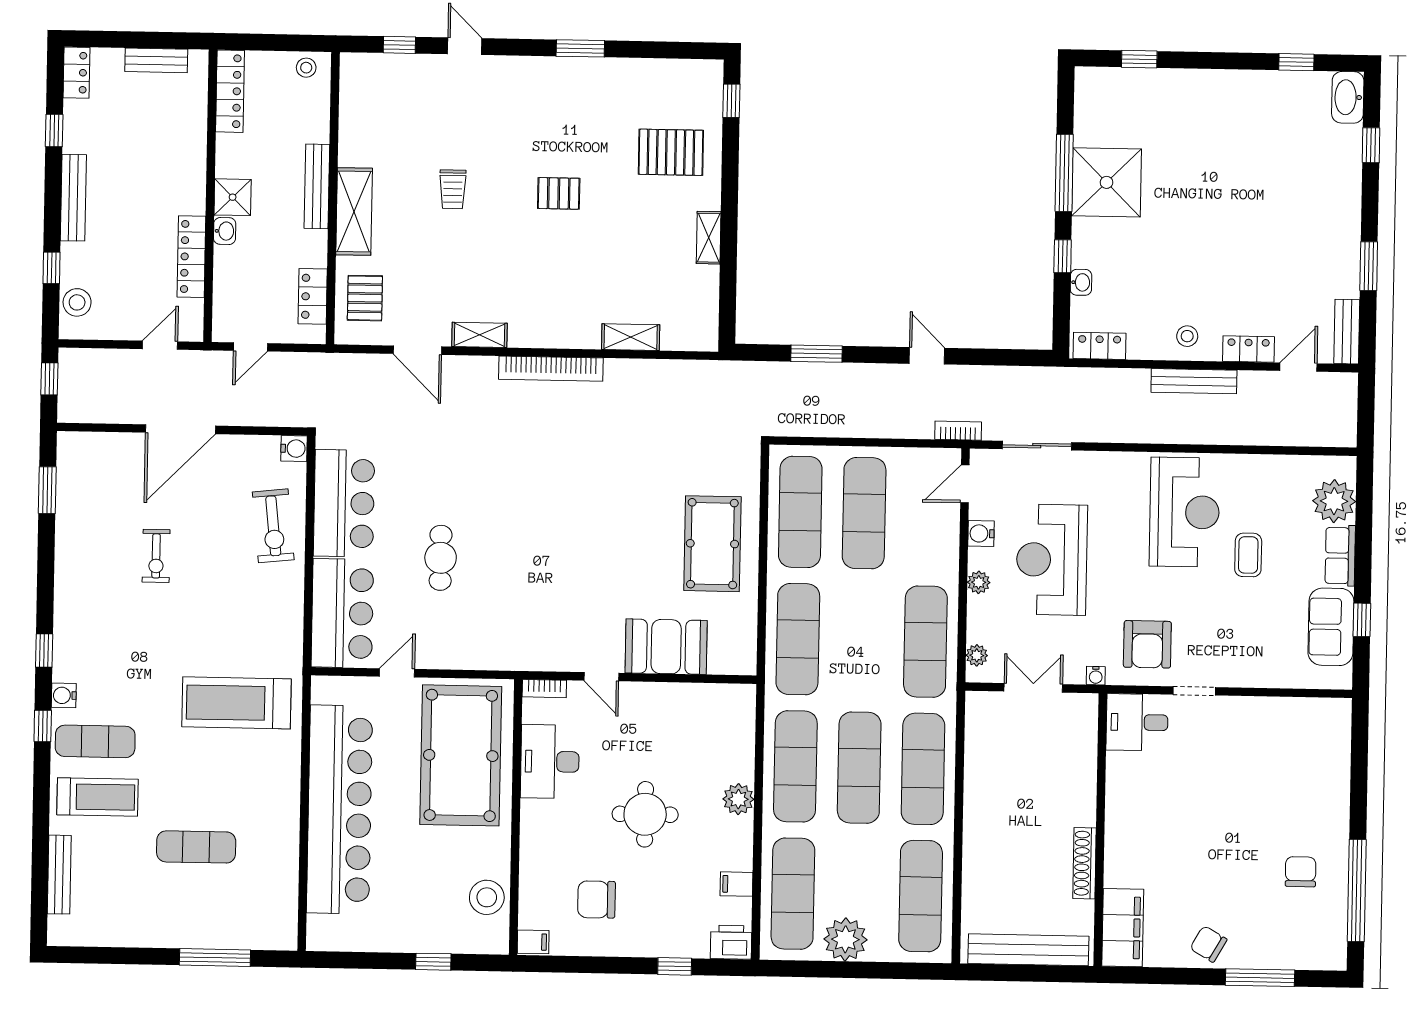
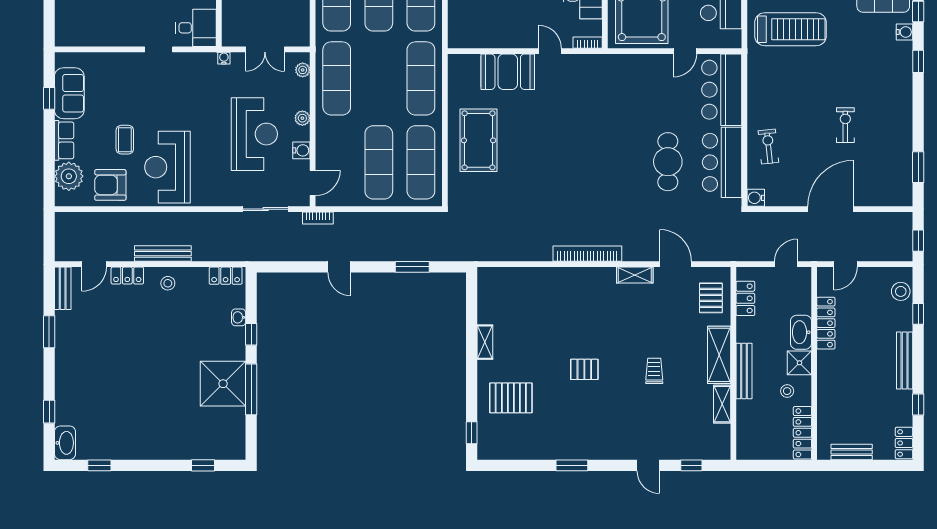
stool: (306, 68) -> (787, 391), moved
washbasin: (225, 231) -> (801, 332), width x1.91, depth x1.45
shelving: (631, 337) -> (722, 404), moved, turned 90
exercise bike: (273, 526) -> (768, 146), width x0.73, depth x0.72
cafe table: (441, 558) -> (668, 162), moved, width x1.37, depth x1.35
armchair: (1147, 644) -> (110, 185), moved, turned -90

